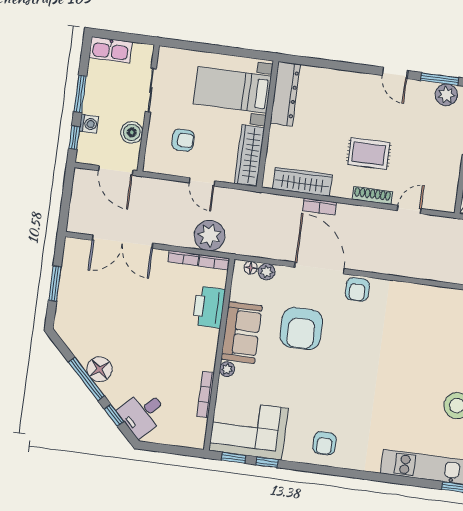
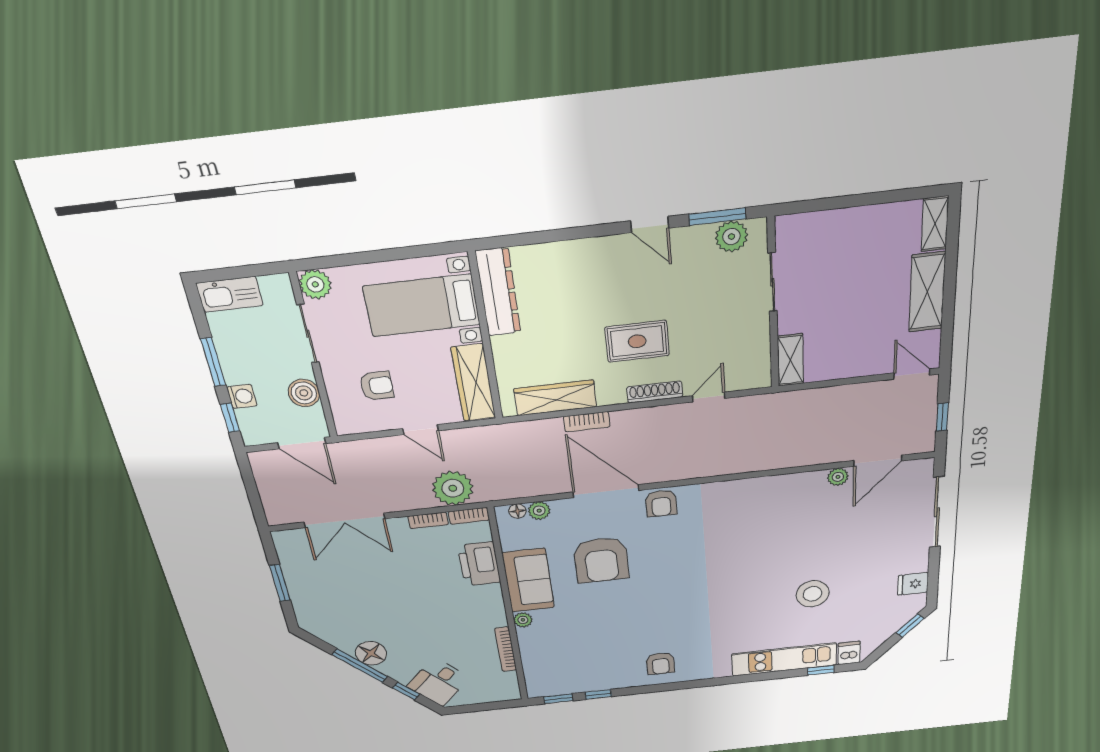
plant: (168, 57) -> (315, 284), added
corner sofa: (249, 429) -> (567, 670), removed

